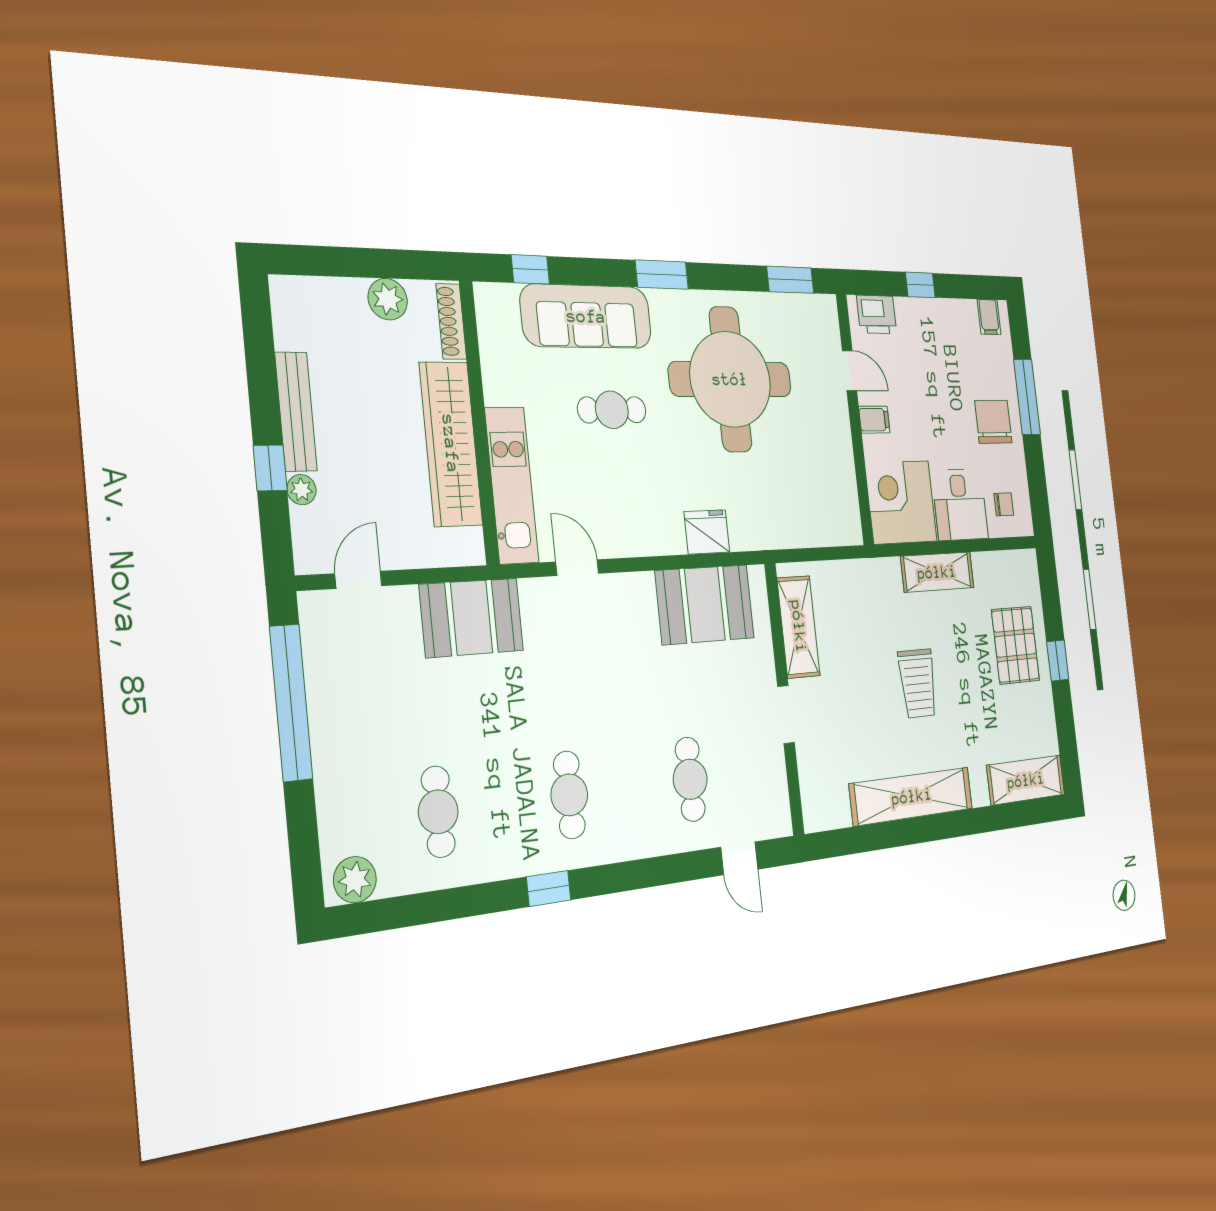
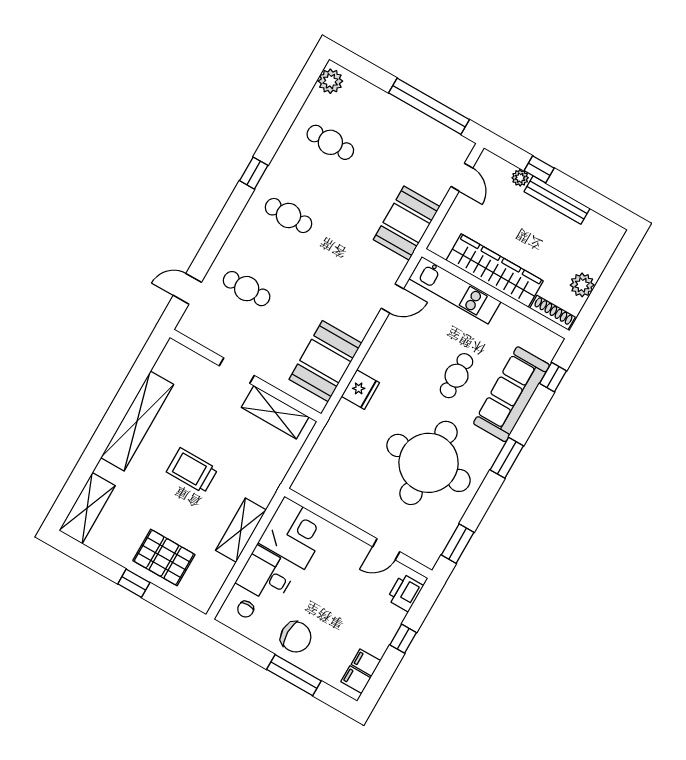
filing cabinet: (874, 420) -> (366, 663), moved, turned 90

